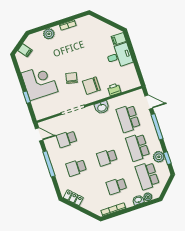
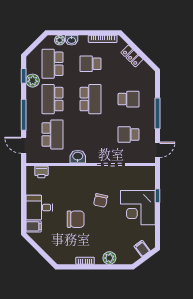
chair: (91, 86) -> (76, 219), moved
printer: (114, 89) -> (41, 172), moved
door: (39, 134) -> (157, 150), swing flipped
school desk: (67, 139) -> (129, 134), turned 180
school desk: (138, 147) -> (53, 99), turned 180
school desk: (107, 157) -> (91, 99), width x1.85
school desk: (147, 176) -> (53, 64), turned 180
school desk: (116, 186) -> (91, 64), turned 180
locker: (73, 198) -> (132, 56), moved

